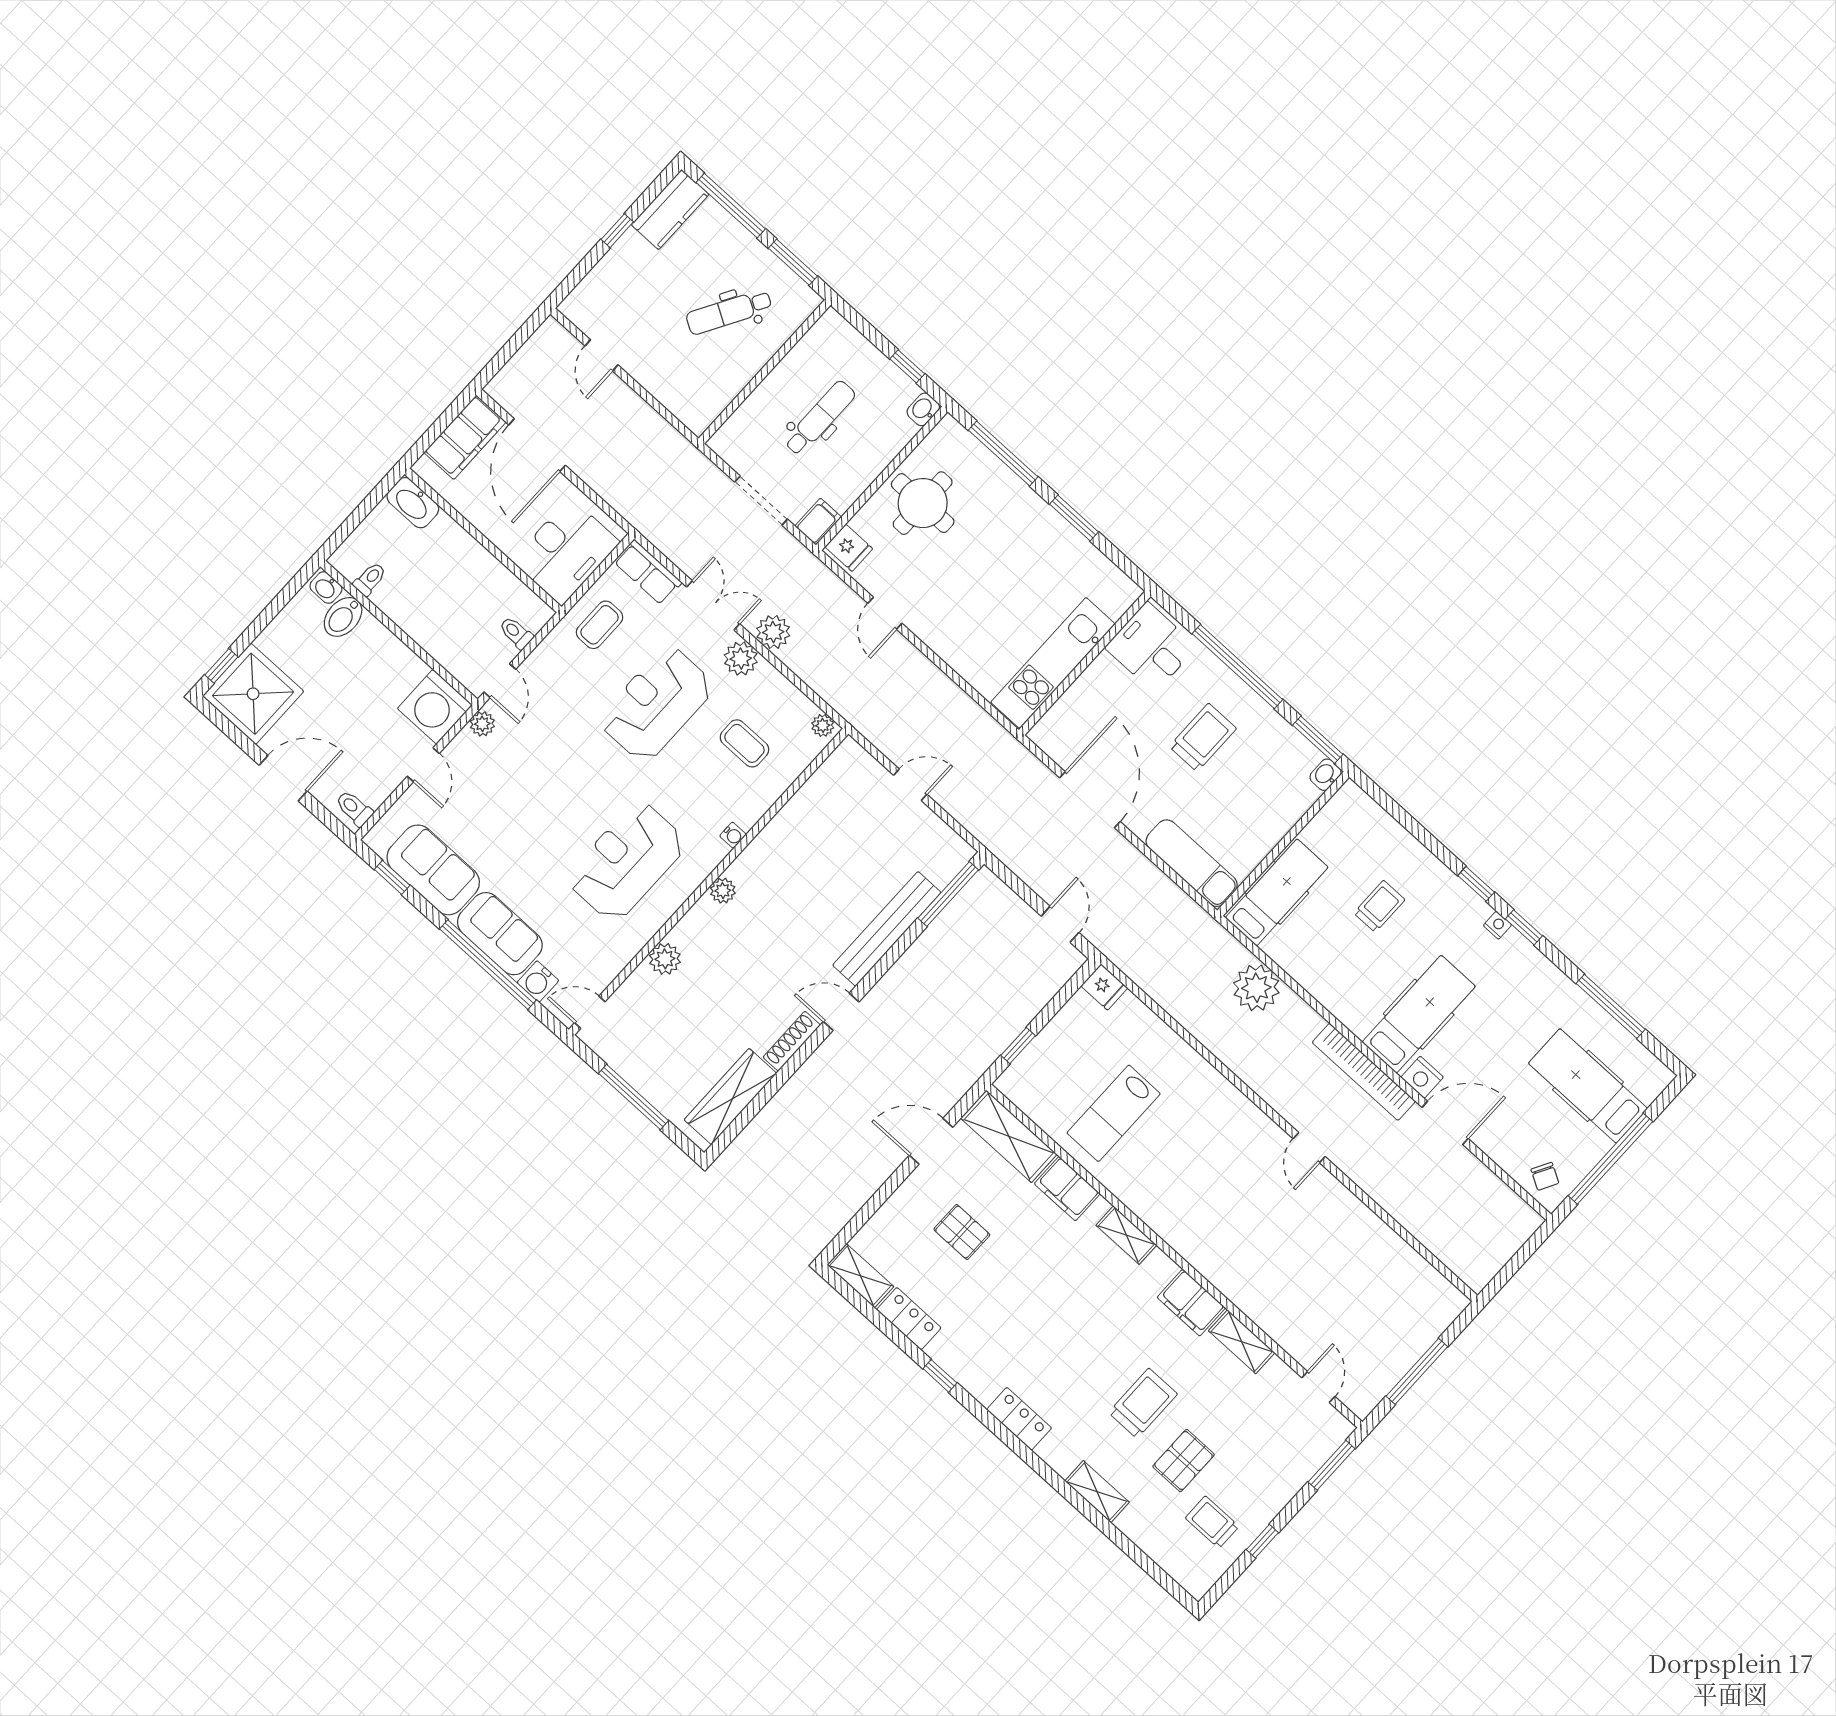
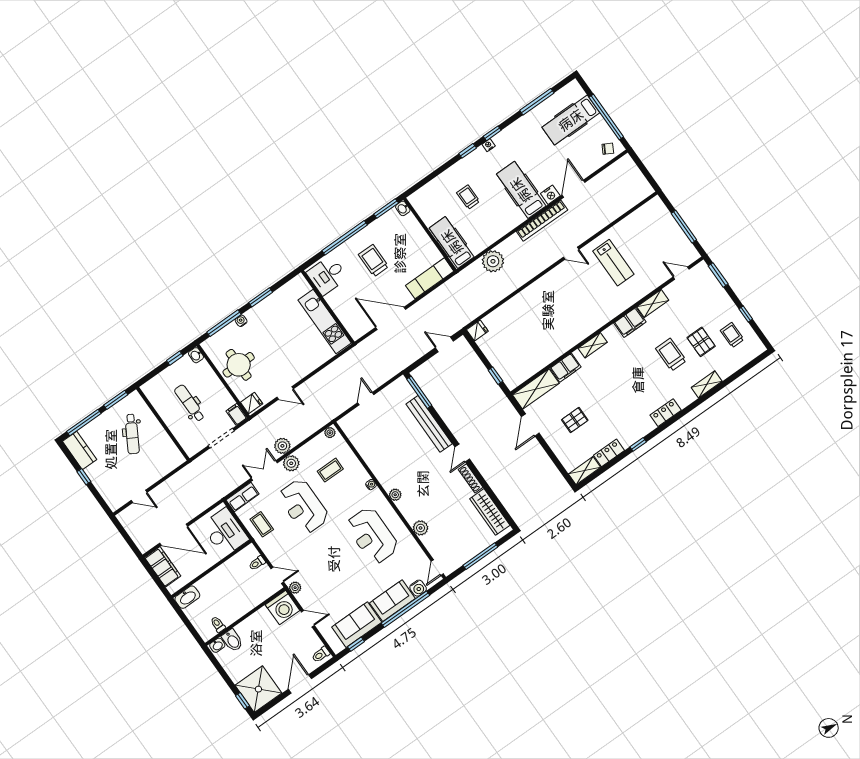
water cooler: (1016, 488) -> (241, 321), added
lab bench: (1114, 1113) -> (613, 263), moved
trolley: (1212, 1522) -> (732, 335), turned 90

